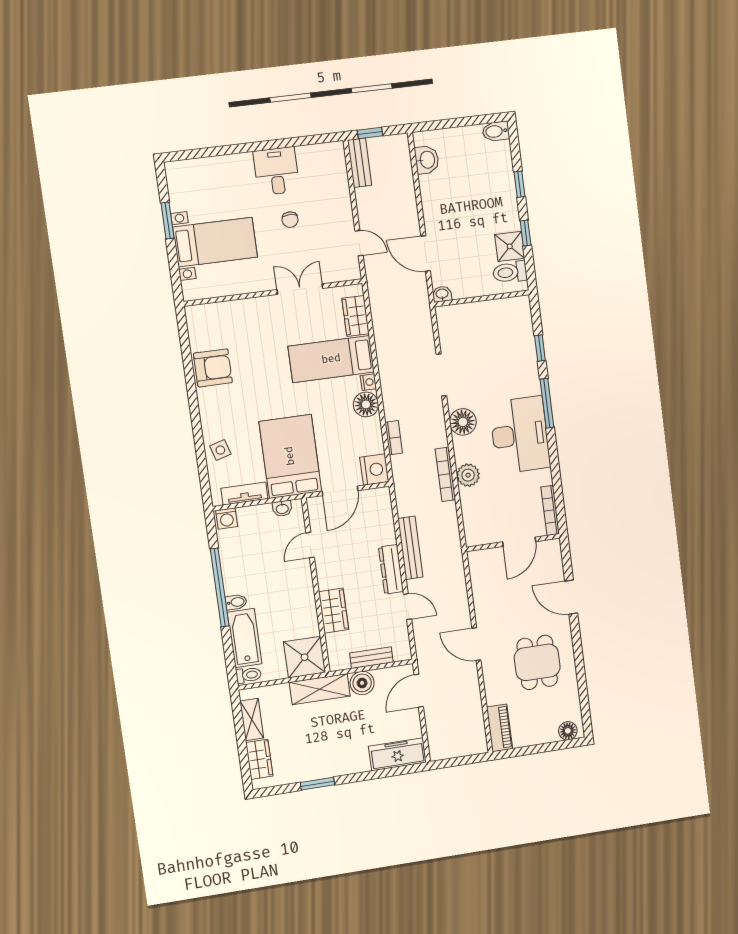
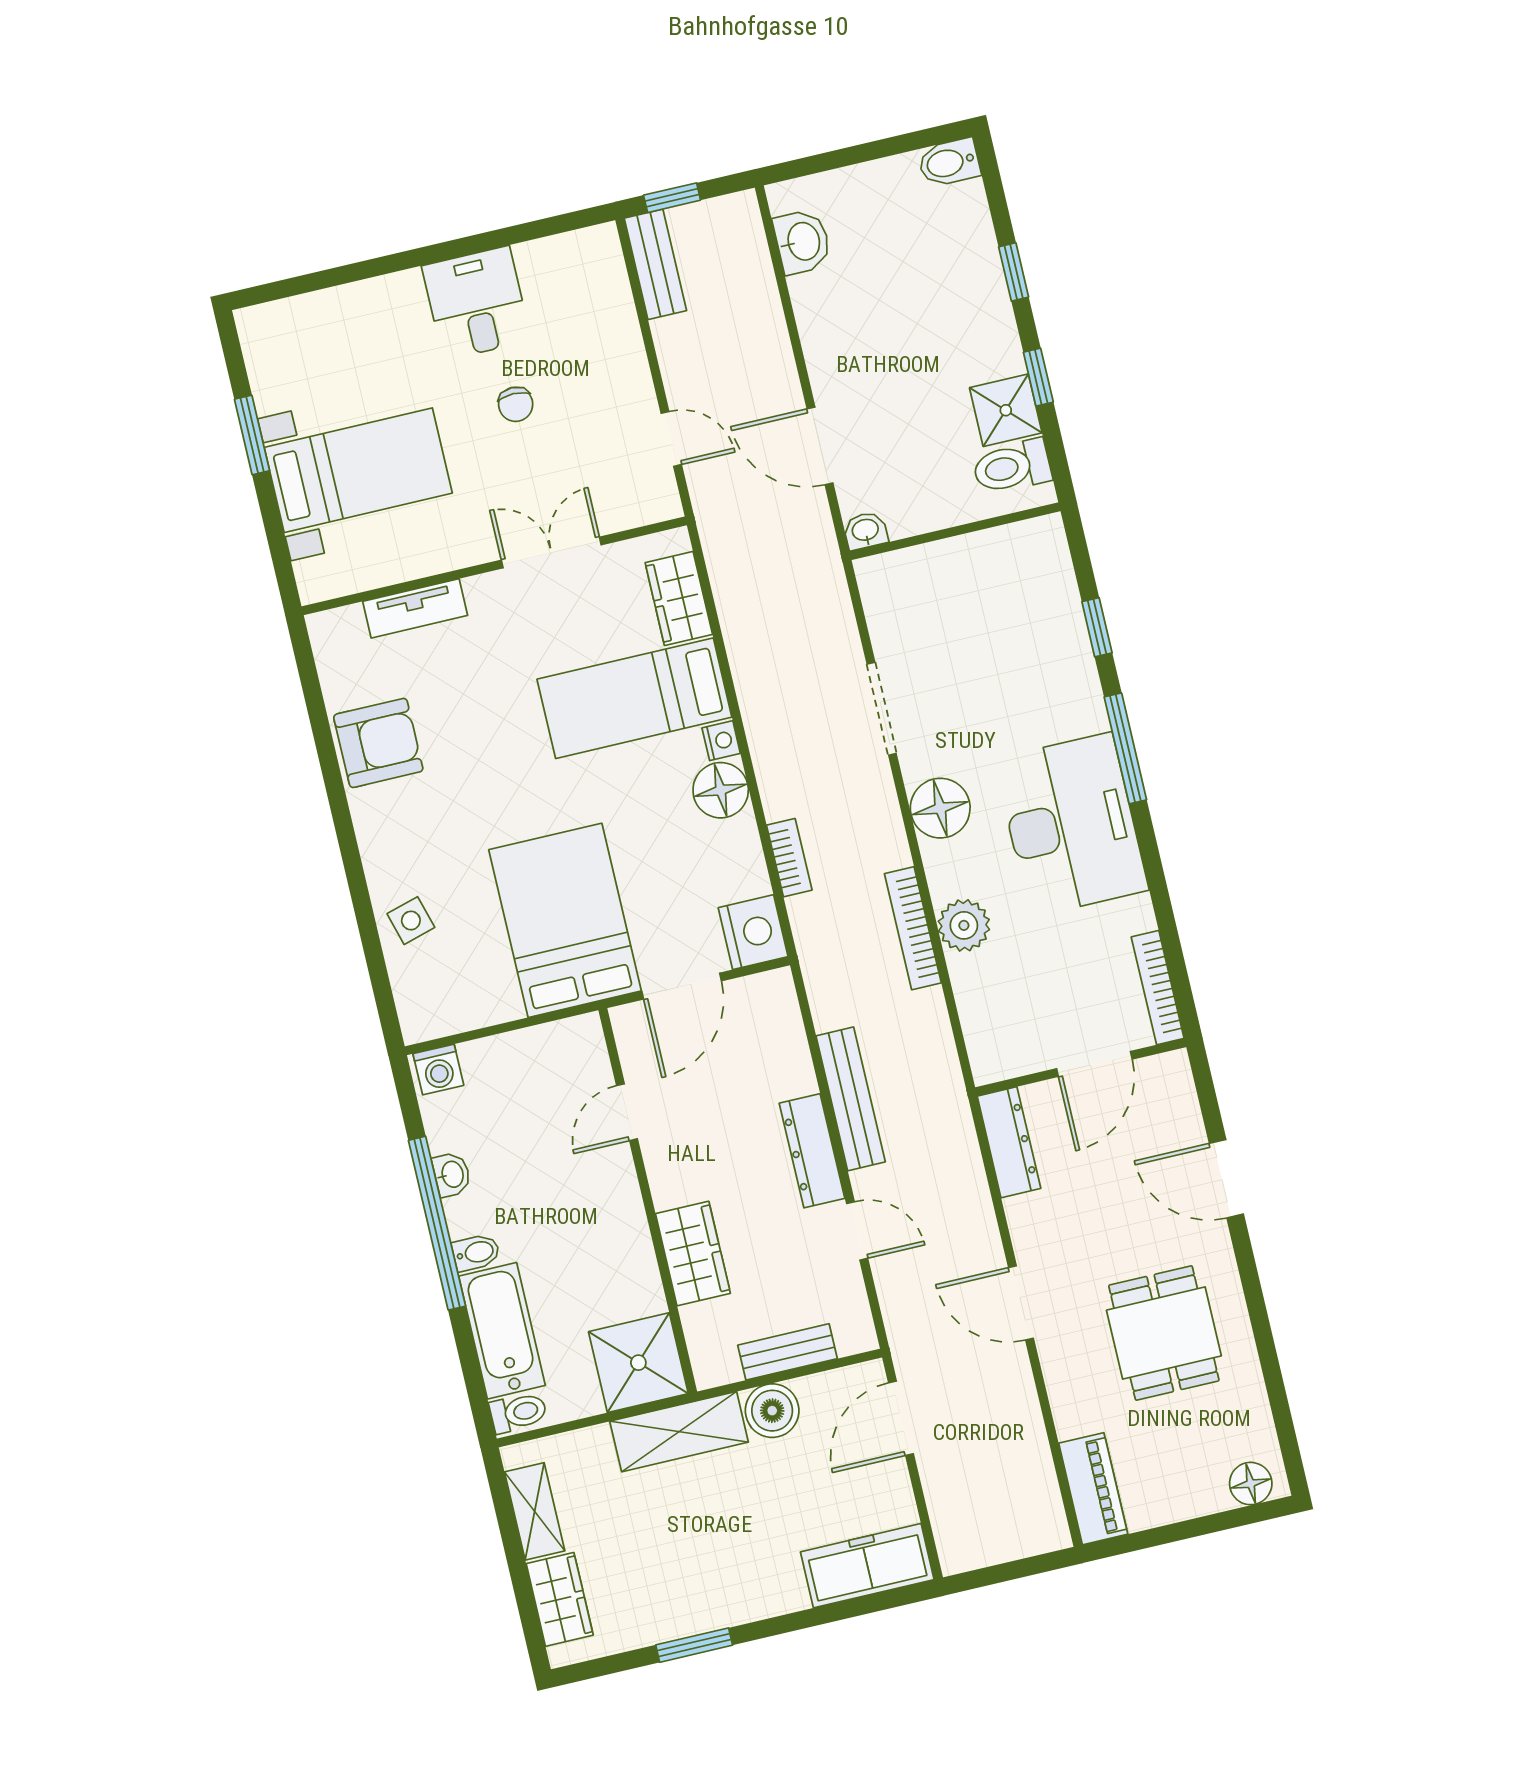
tv unit: (244, 494) -> (415, 608), moved, turned 180
washbasin: (282, 508) -> (452, 1175), moved, turned -90
dresser: (478, 573) -> (1009, 1142), added

